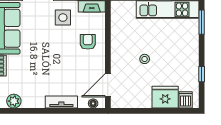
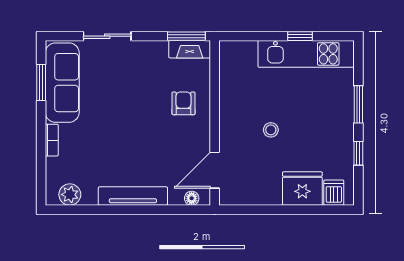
side table: (63, 18) -> (145, 66), removed
window: (202, 22) -> (358, 104), moved
tv unit: (61, 102) -> (133, 196), width x1.41

